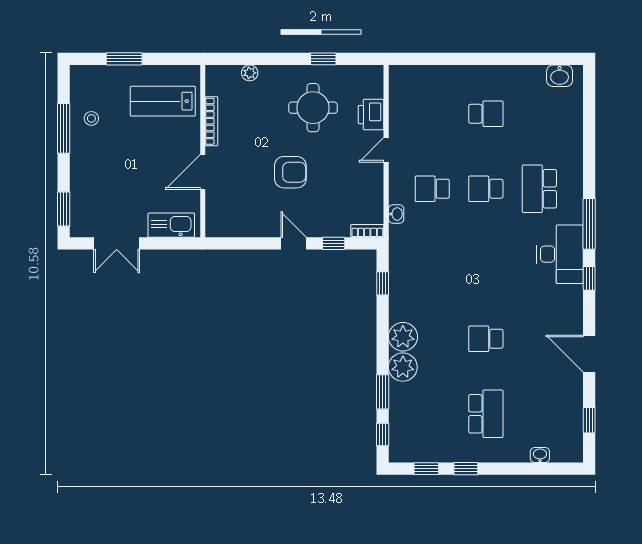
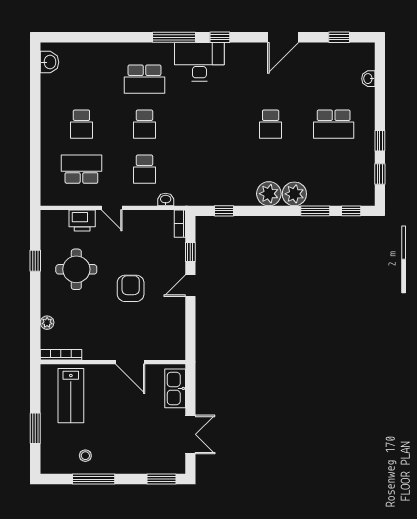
school desk: (432, 114) -> (81, 169), added
school desk: (486, 114) -> (81, 124), turned 180
bookcase: (211, 121) -> (61, 355), moved
school desk: (486, 414) -> (334, 124), turned 180

